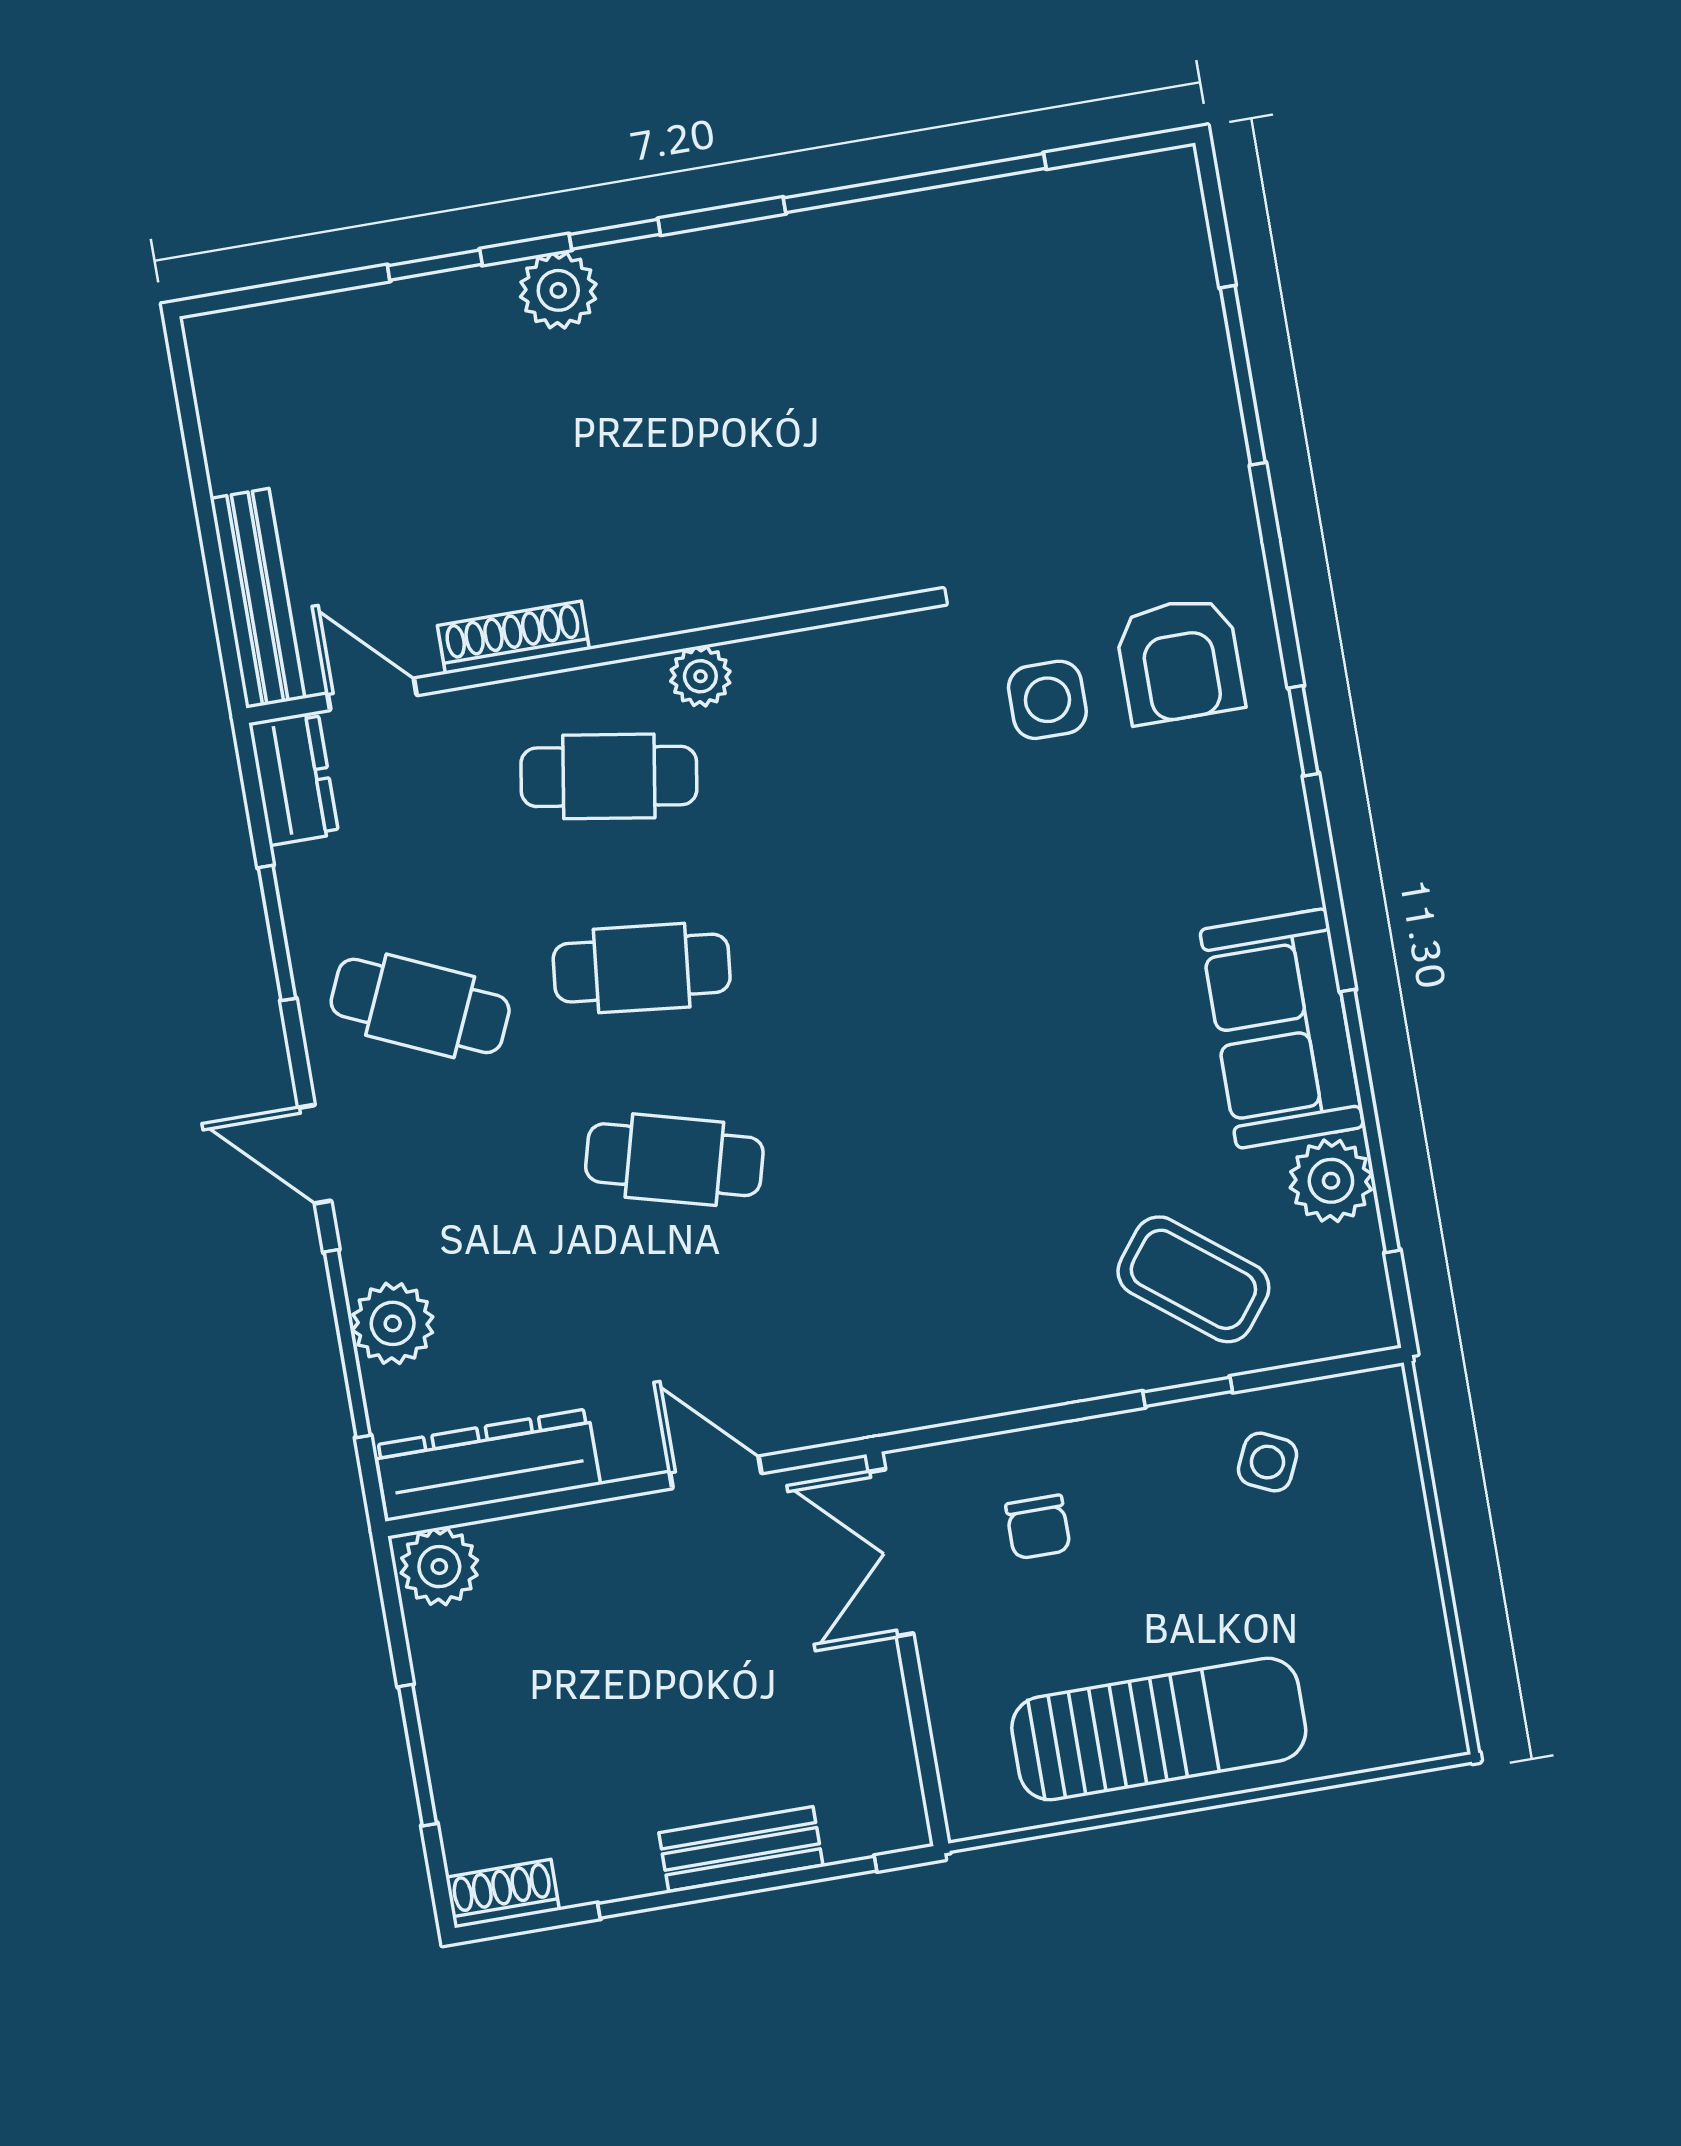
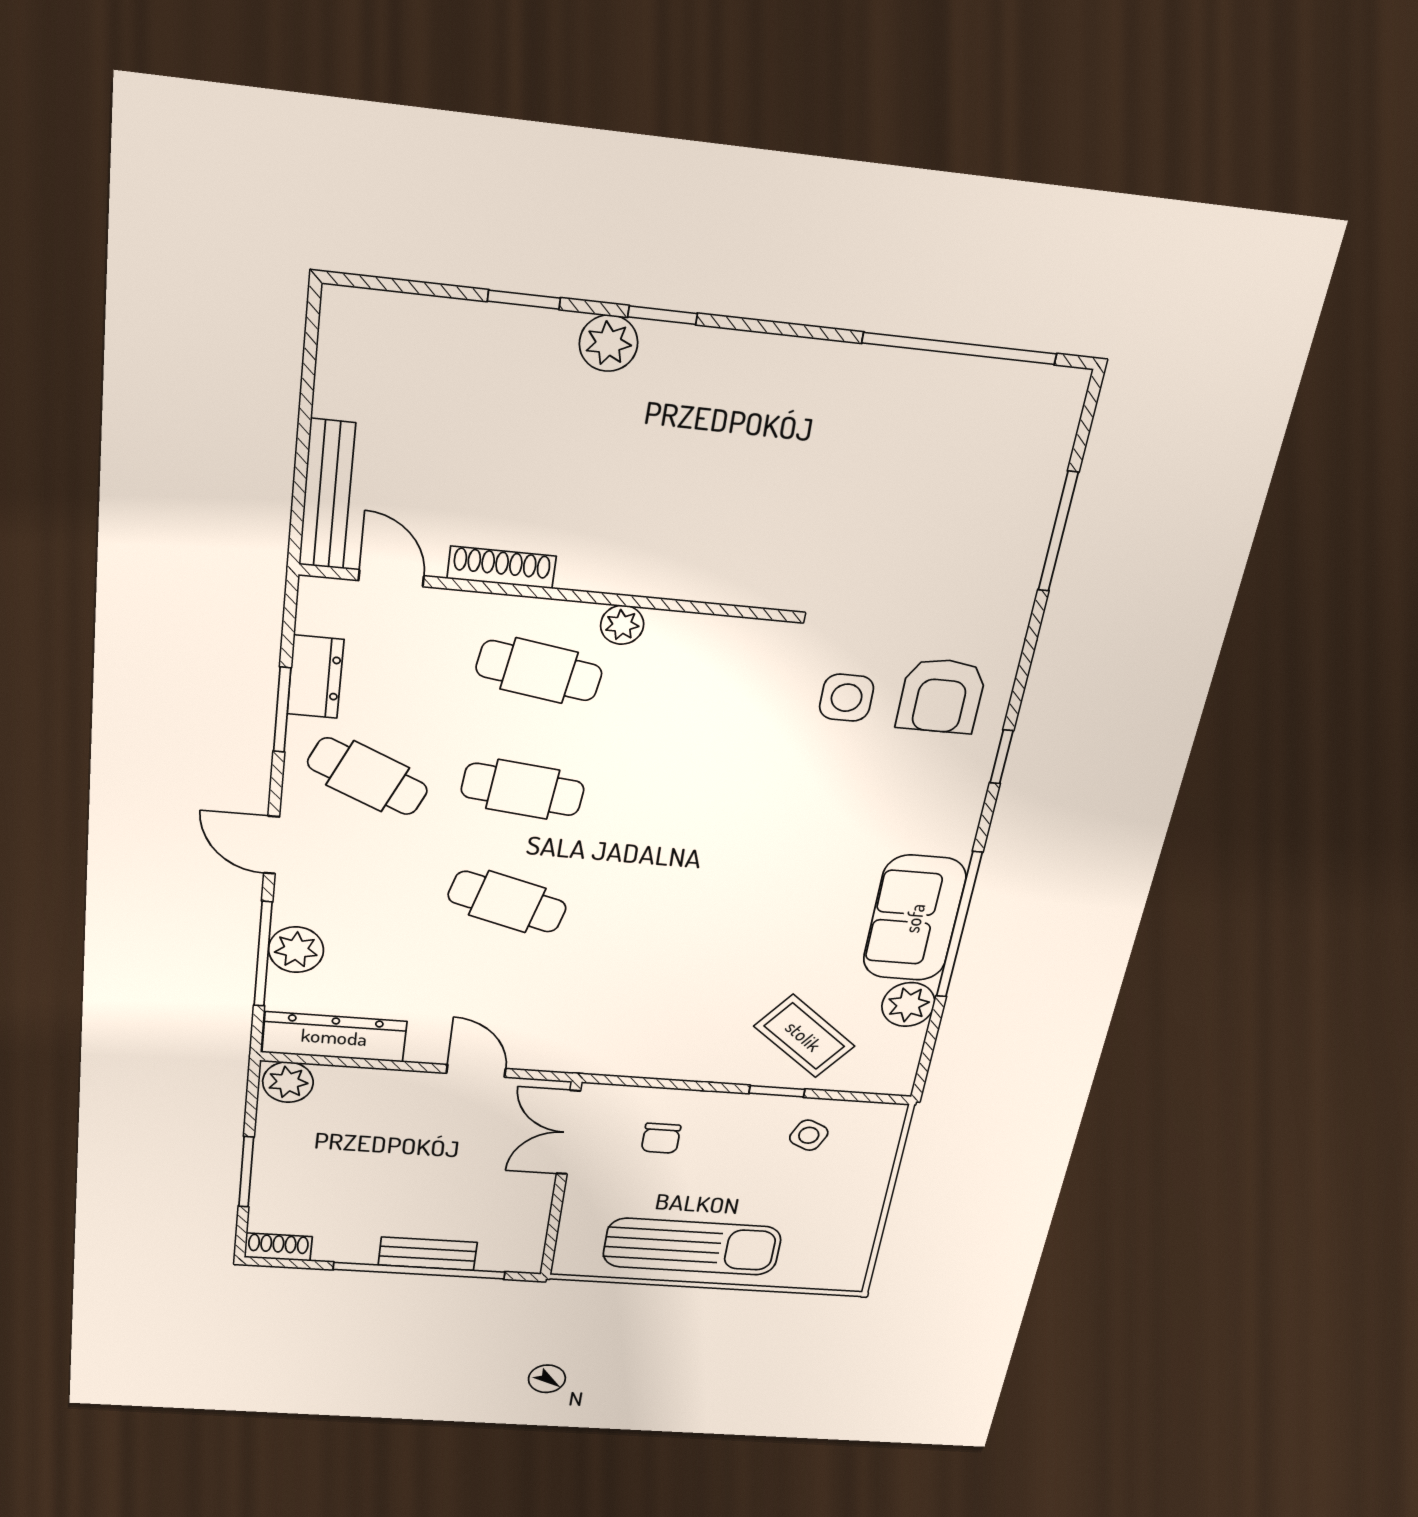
window: (915, 183) -> (960, 348), moved
dresser: (294, 779) -> (315, 677), moved
window: (1370, 1121) -> (959, 925), moved

